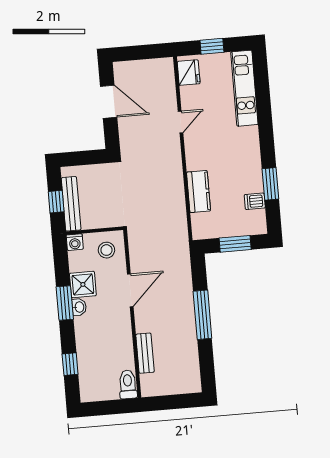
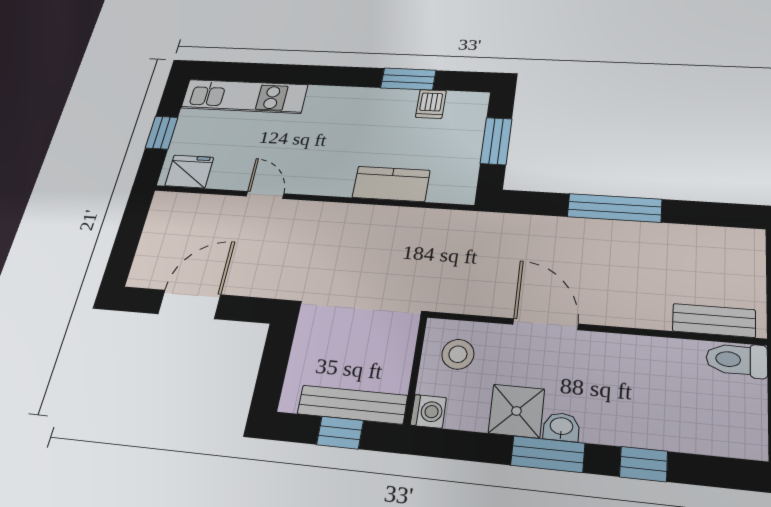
bench: (145, 353) -> (714, 320), moved
window: (70, 364) -> (644, 464), moved

